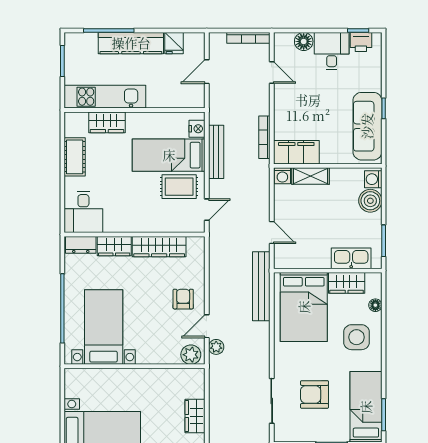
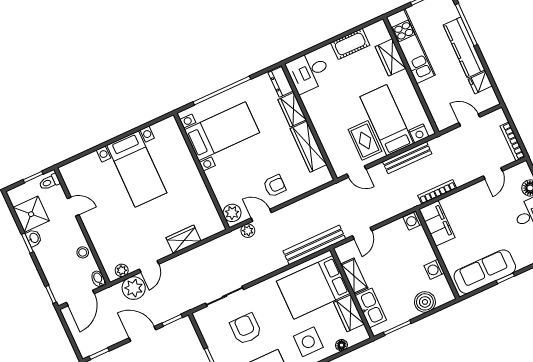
shelving: (310, 176) -> (354, 276), moved
washing machine: (373, 179) -> (434, 269), moved, turned -90

